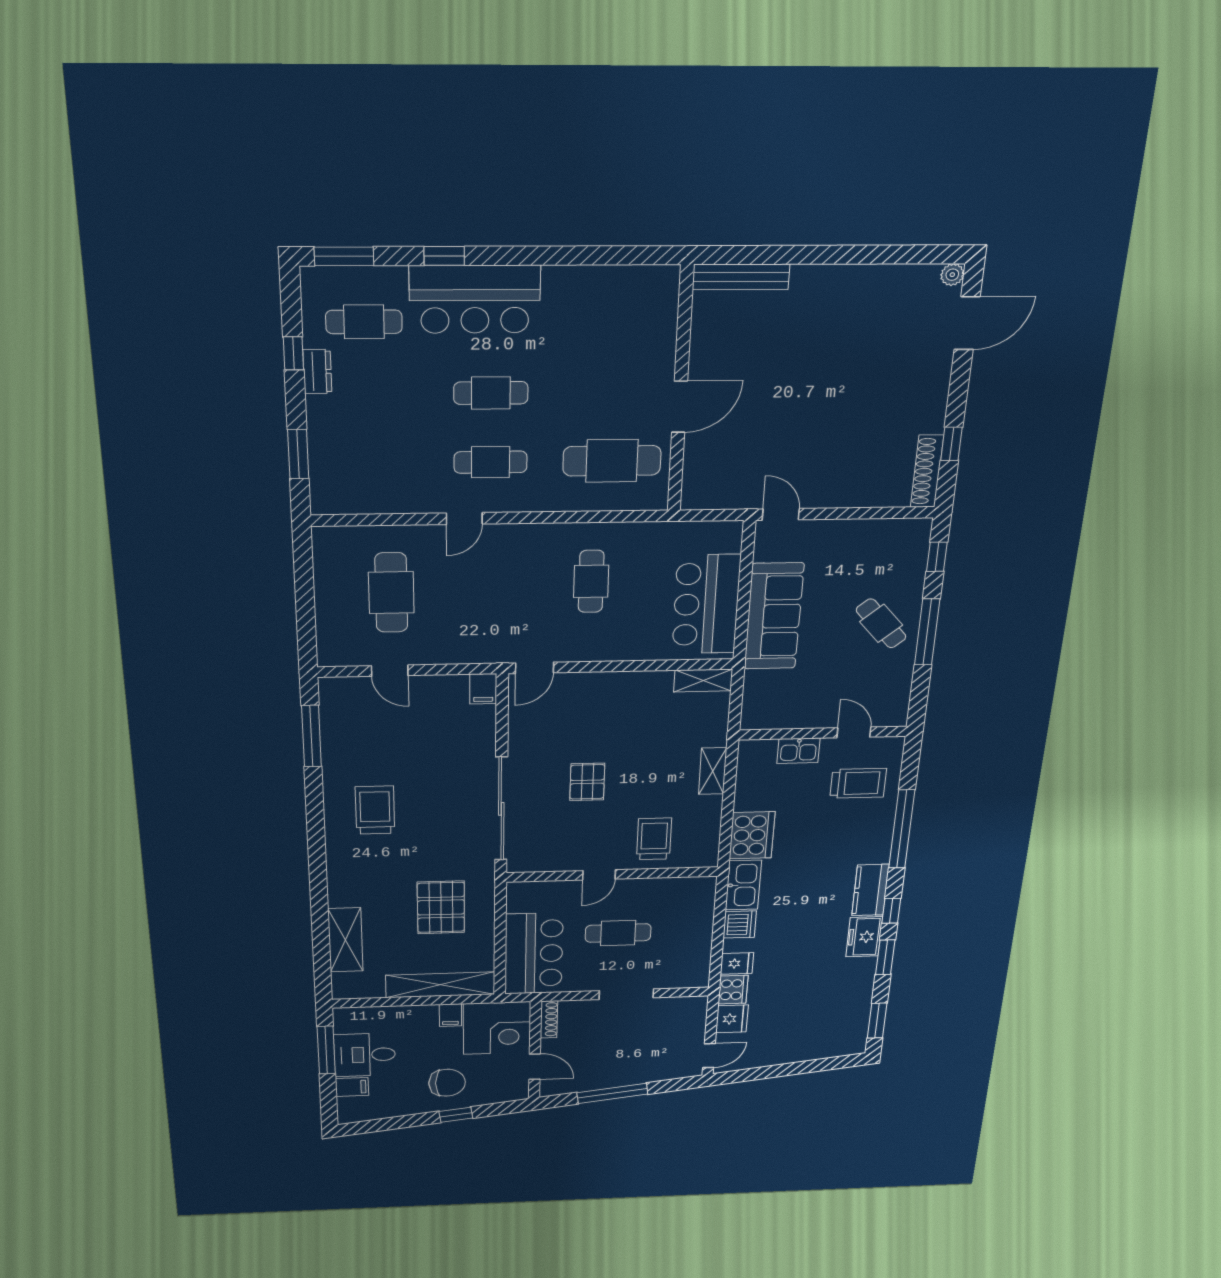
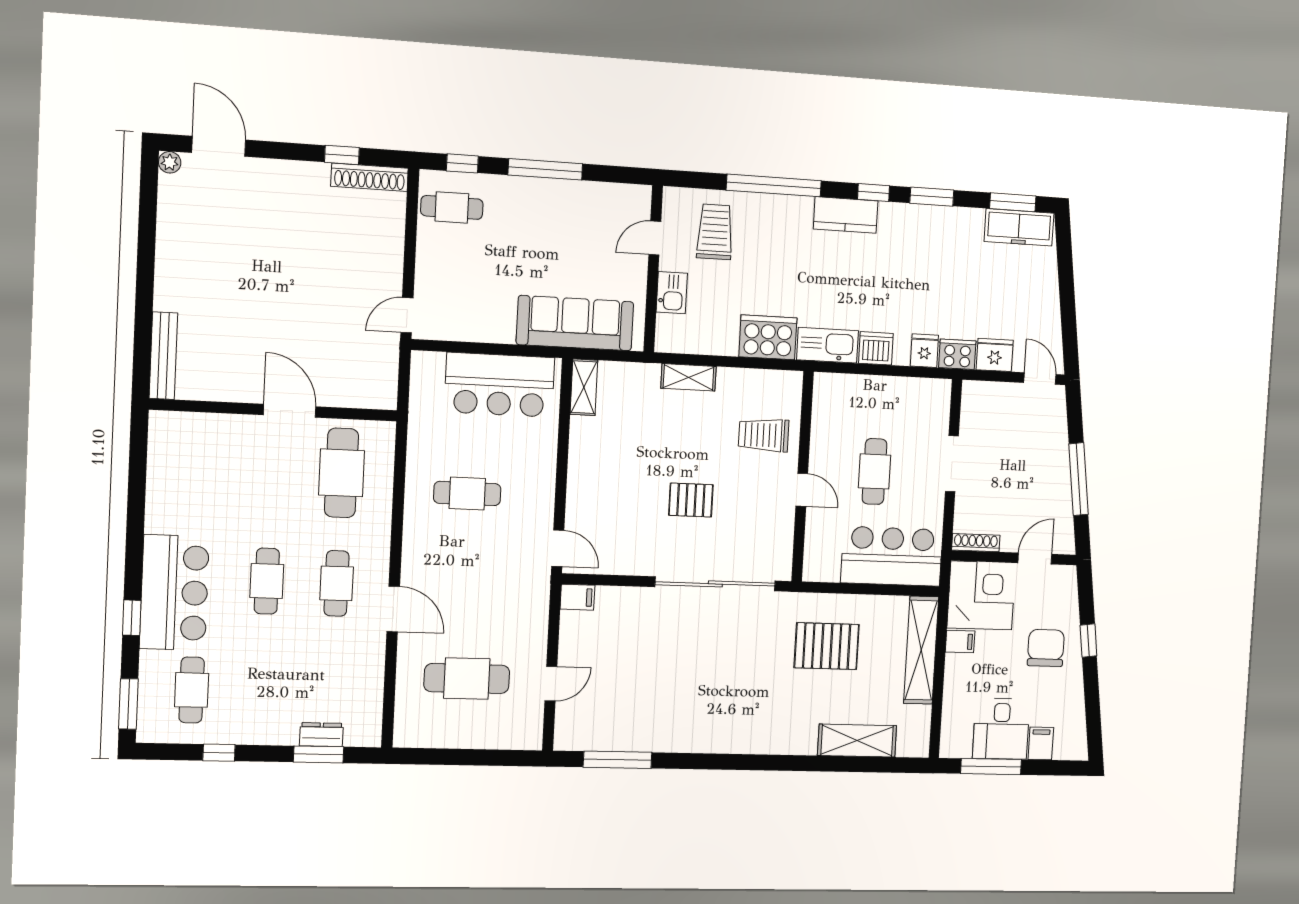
dresser: (317, 372) -> (321, 735), moved
door: (464, 519) -> (393, 609), width x1.38
sofa: (774, 616) -> (575, 323), moved
cafe table: (881, 623) -> (452, 207), moved, turned 41
trolley: (375, 810) -> (706, 705), removed
freezer: (864, 937) -> (1019, 227), moved, width x1.40

